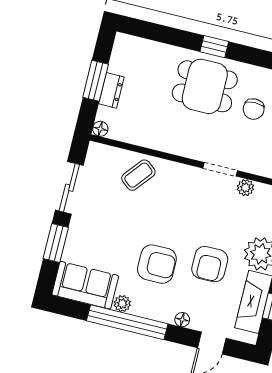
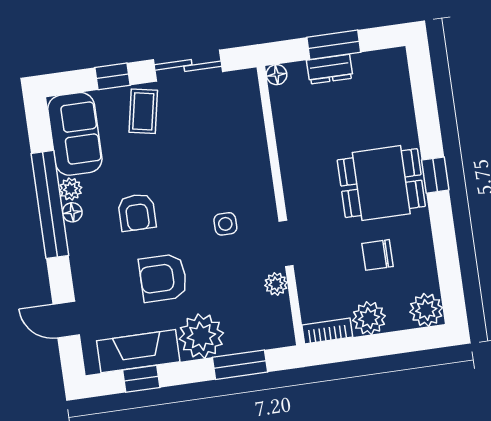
dining table: (205, 86) -> (381, 183), turned 90
coffee table: (138, 175) -> (143, 111), moved, turned 62
side table: (190, 206) -> (225, 224), added
window: (56, 243) -> (112, 76), width x0.67
armchair: (157, 264) -> (137, 212), width x0.72, depth x0.72
floor lamp: (182, 320) -> (72, 212), moved

